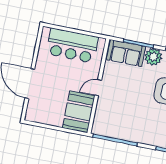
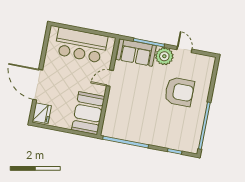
door: (98, 88) -> (110, 78), moved
fridge: (34, 111) -> (42, 113), added

